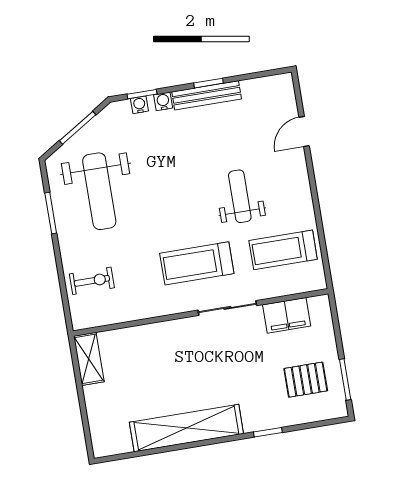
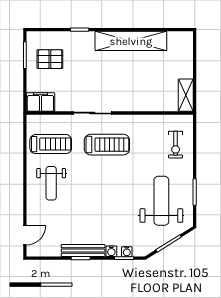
door: (304, 132) -> (25, 235), moved
weight bench: (240, 196) -> (51, 183), moved
exercise bike: (92, 281) -> (176, 145), turned -90
filing cabinet: (287, 315) -> (40, 102), moved

